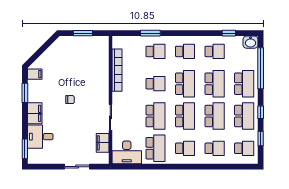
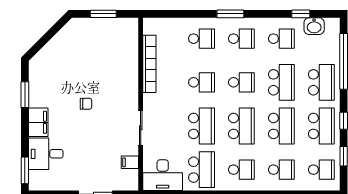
window: (150, 33) -> (230, 14), moved
washbasin: (250, 42) -> (314, 26), moved
filing cabinet: (35, 74) -> (38, 69), removed
school desk: (185, 84) -> (241, 82), width x0.54
filing cabinet: (103, 143) -> (130, 162), width x0.50

